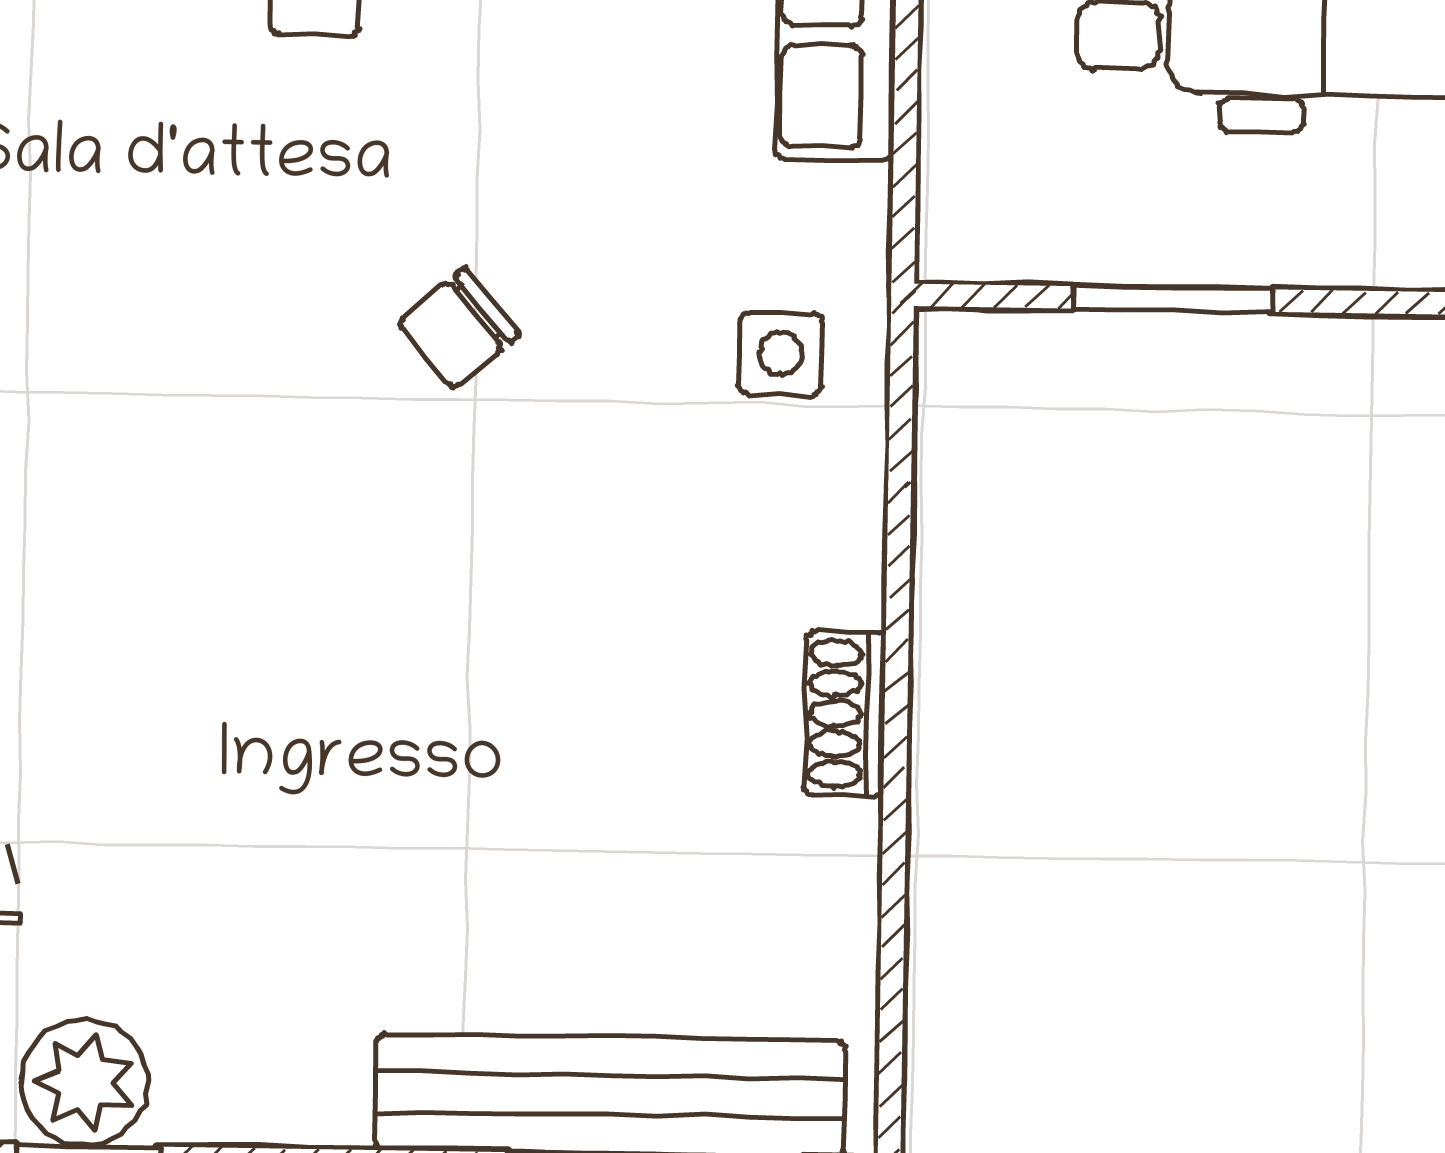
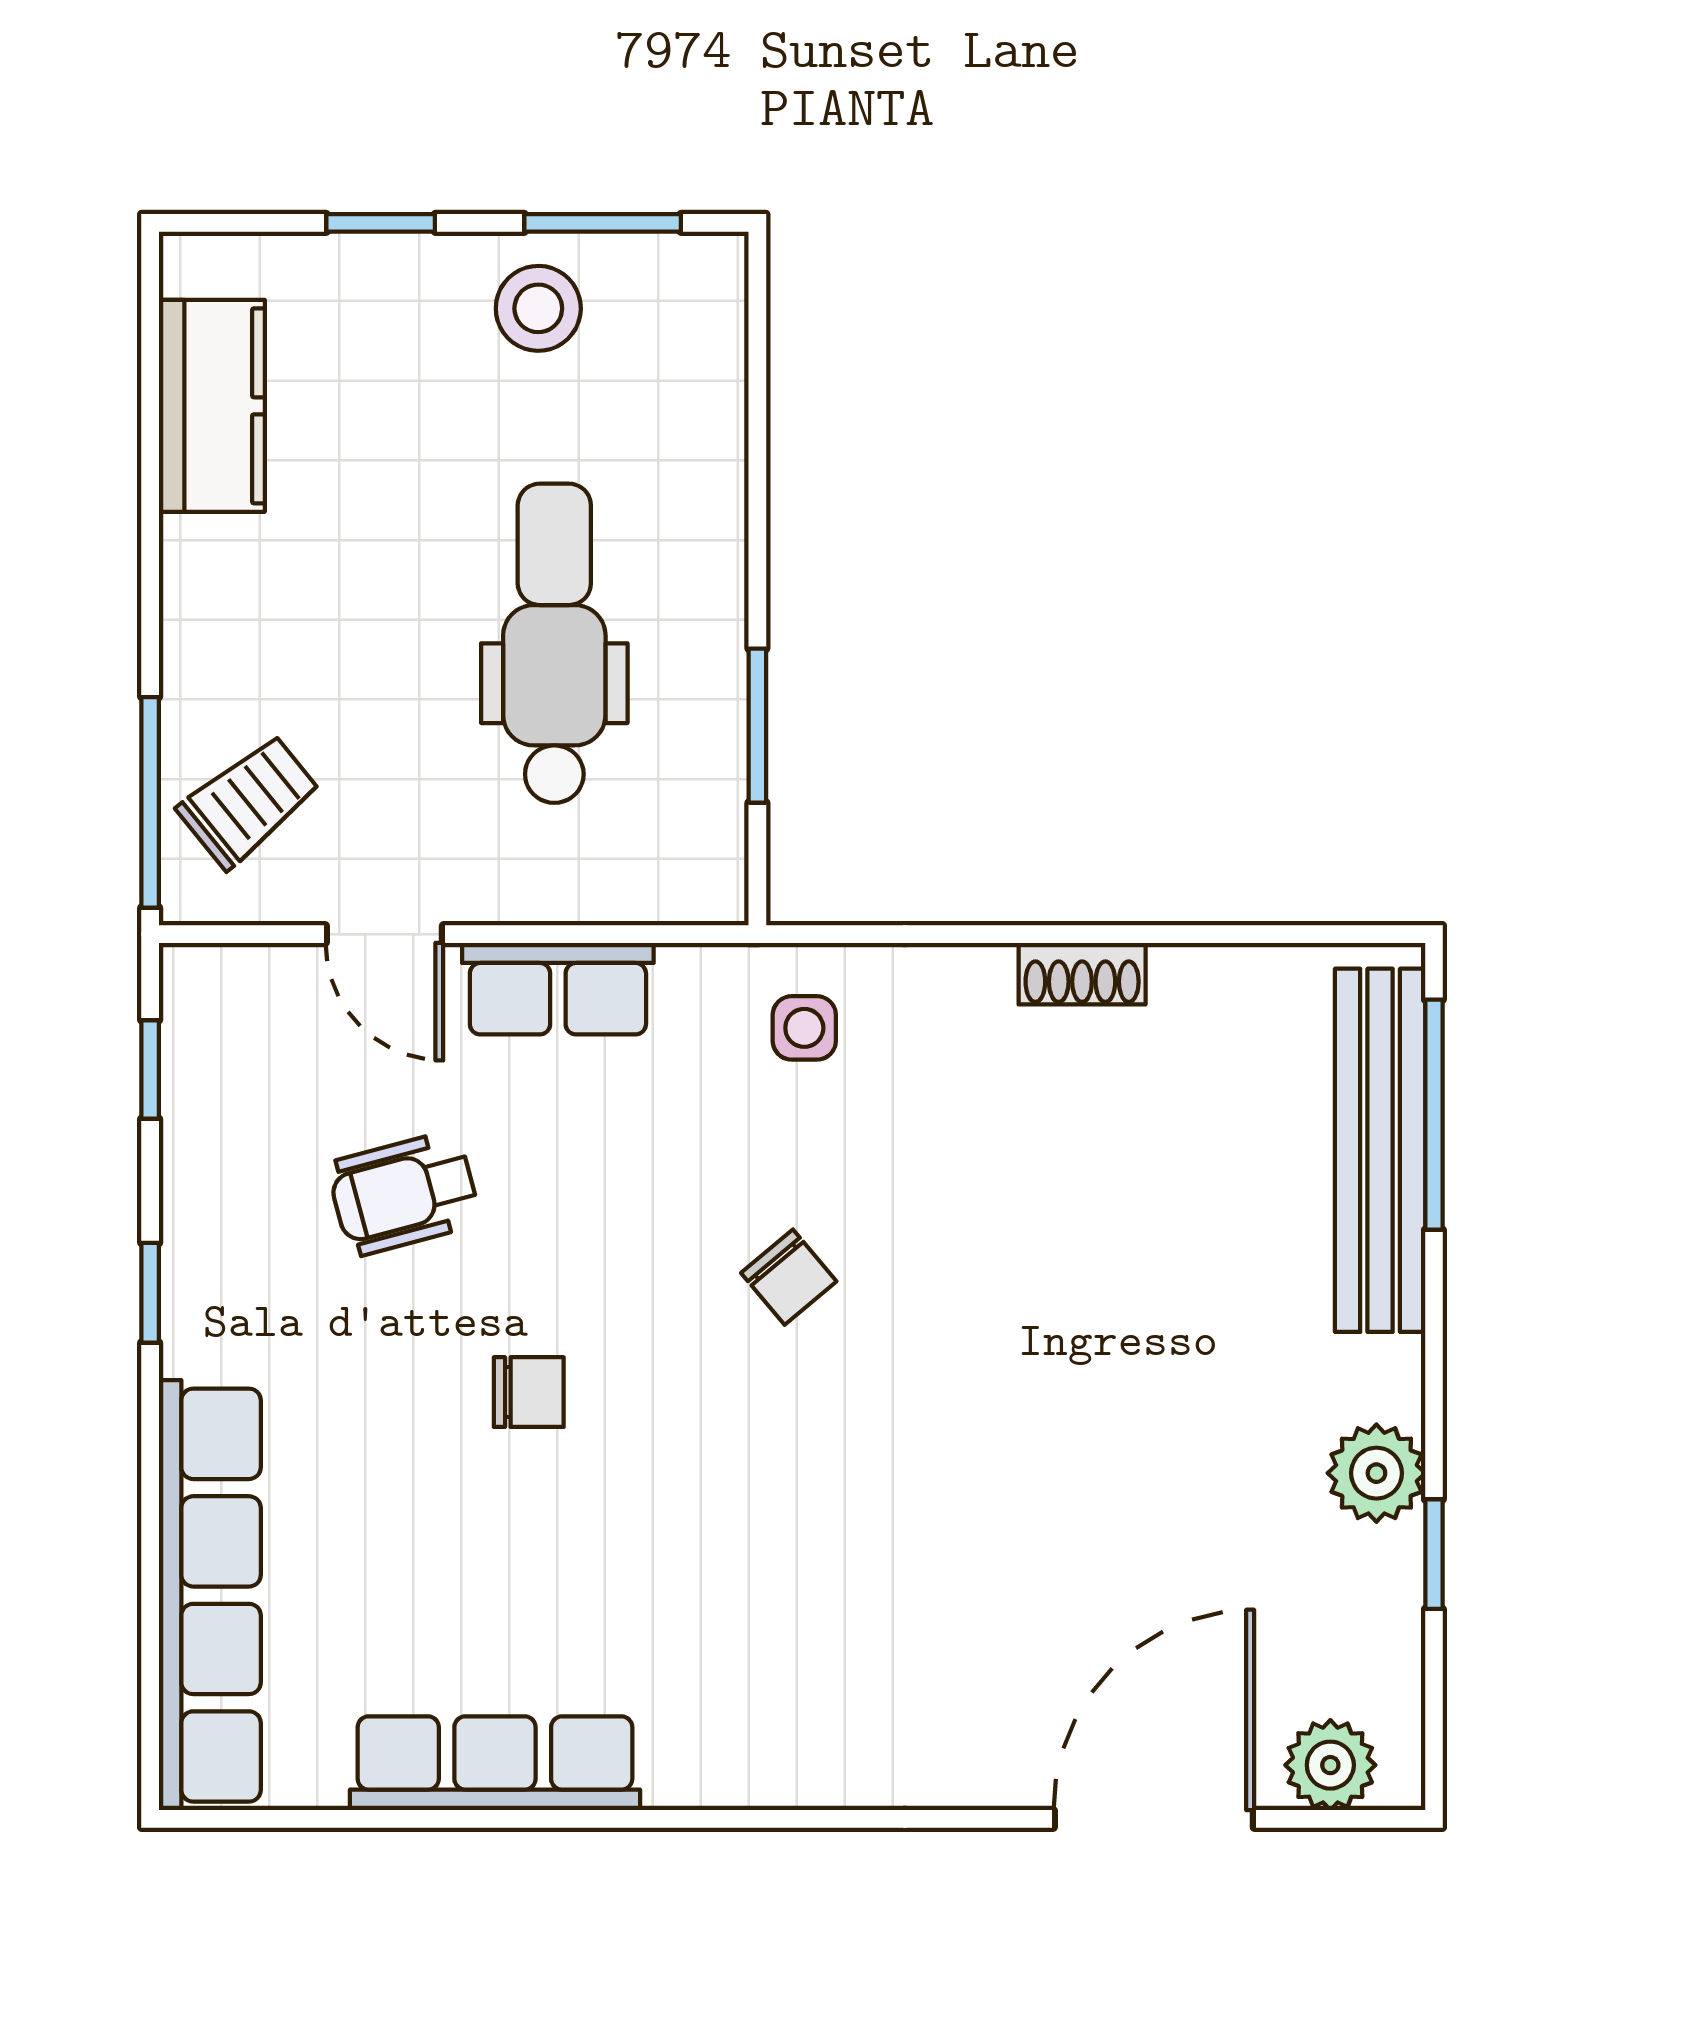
plant: (85, 1082) -> (1376, 1473), moved

